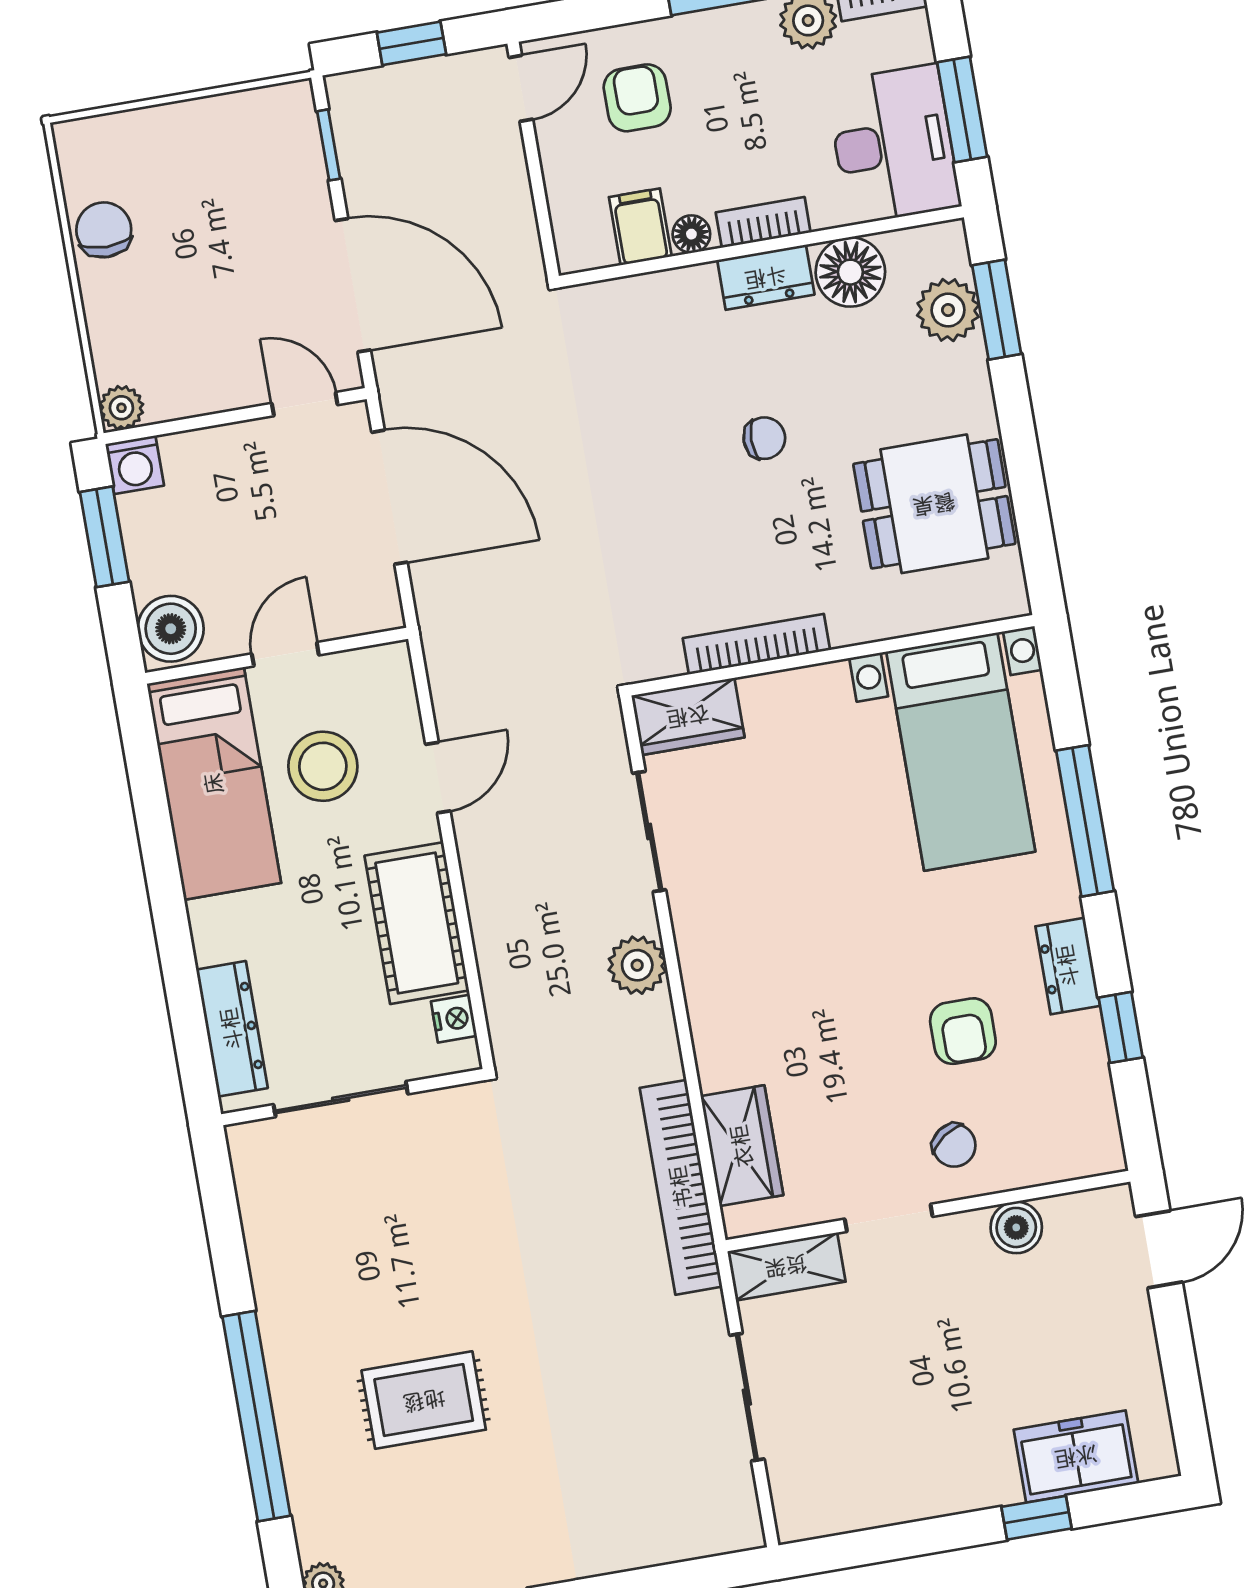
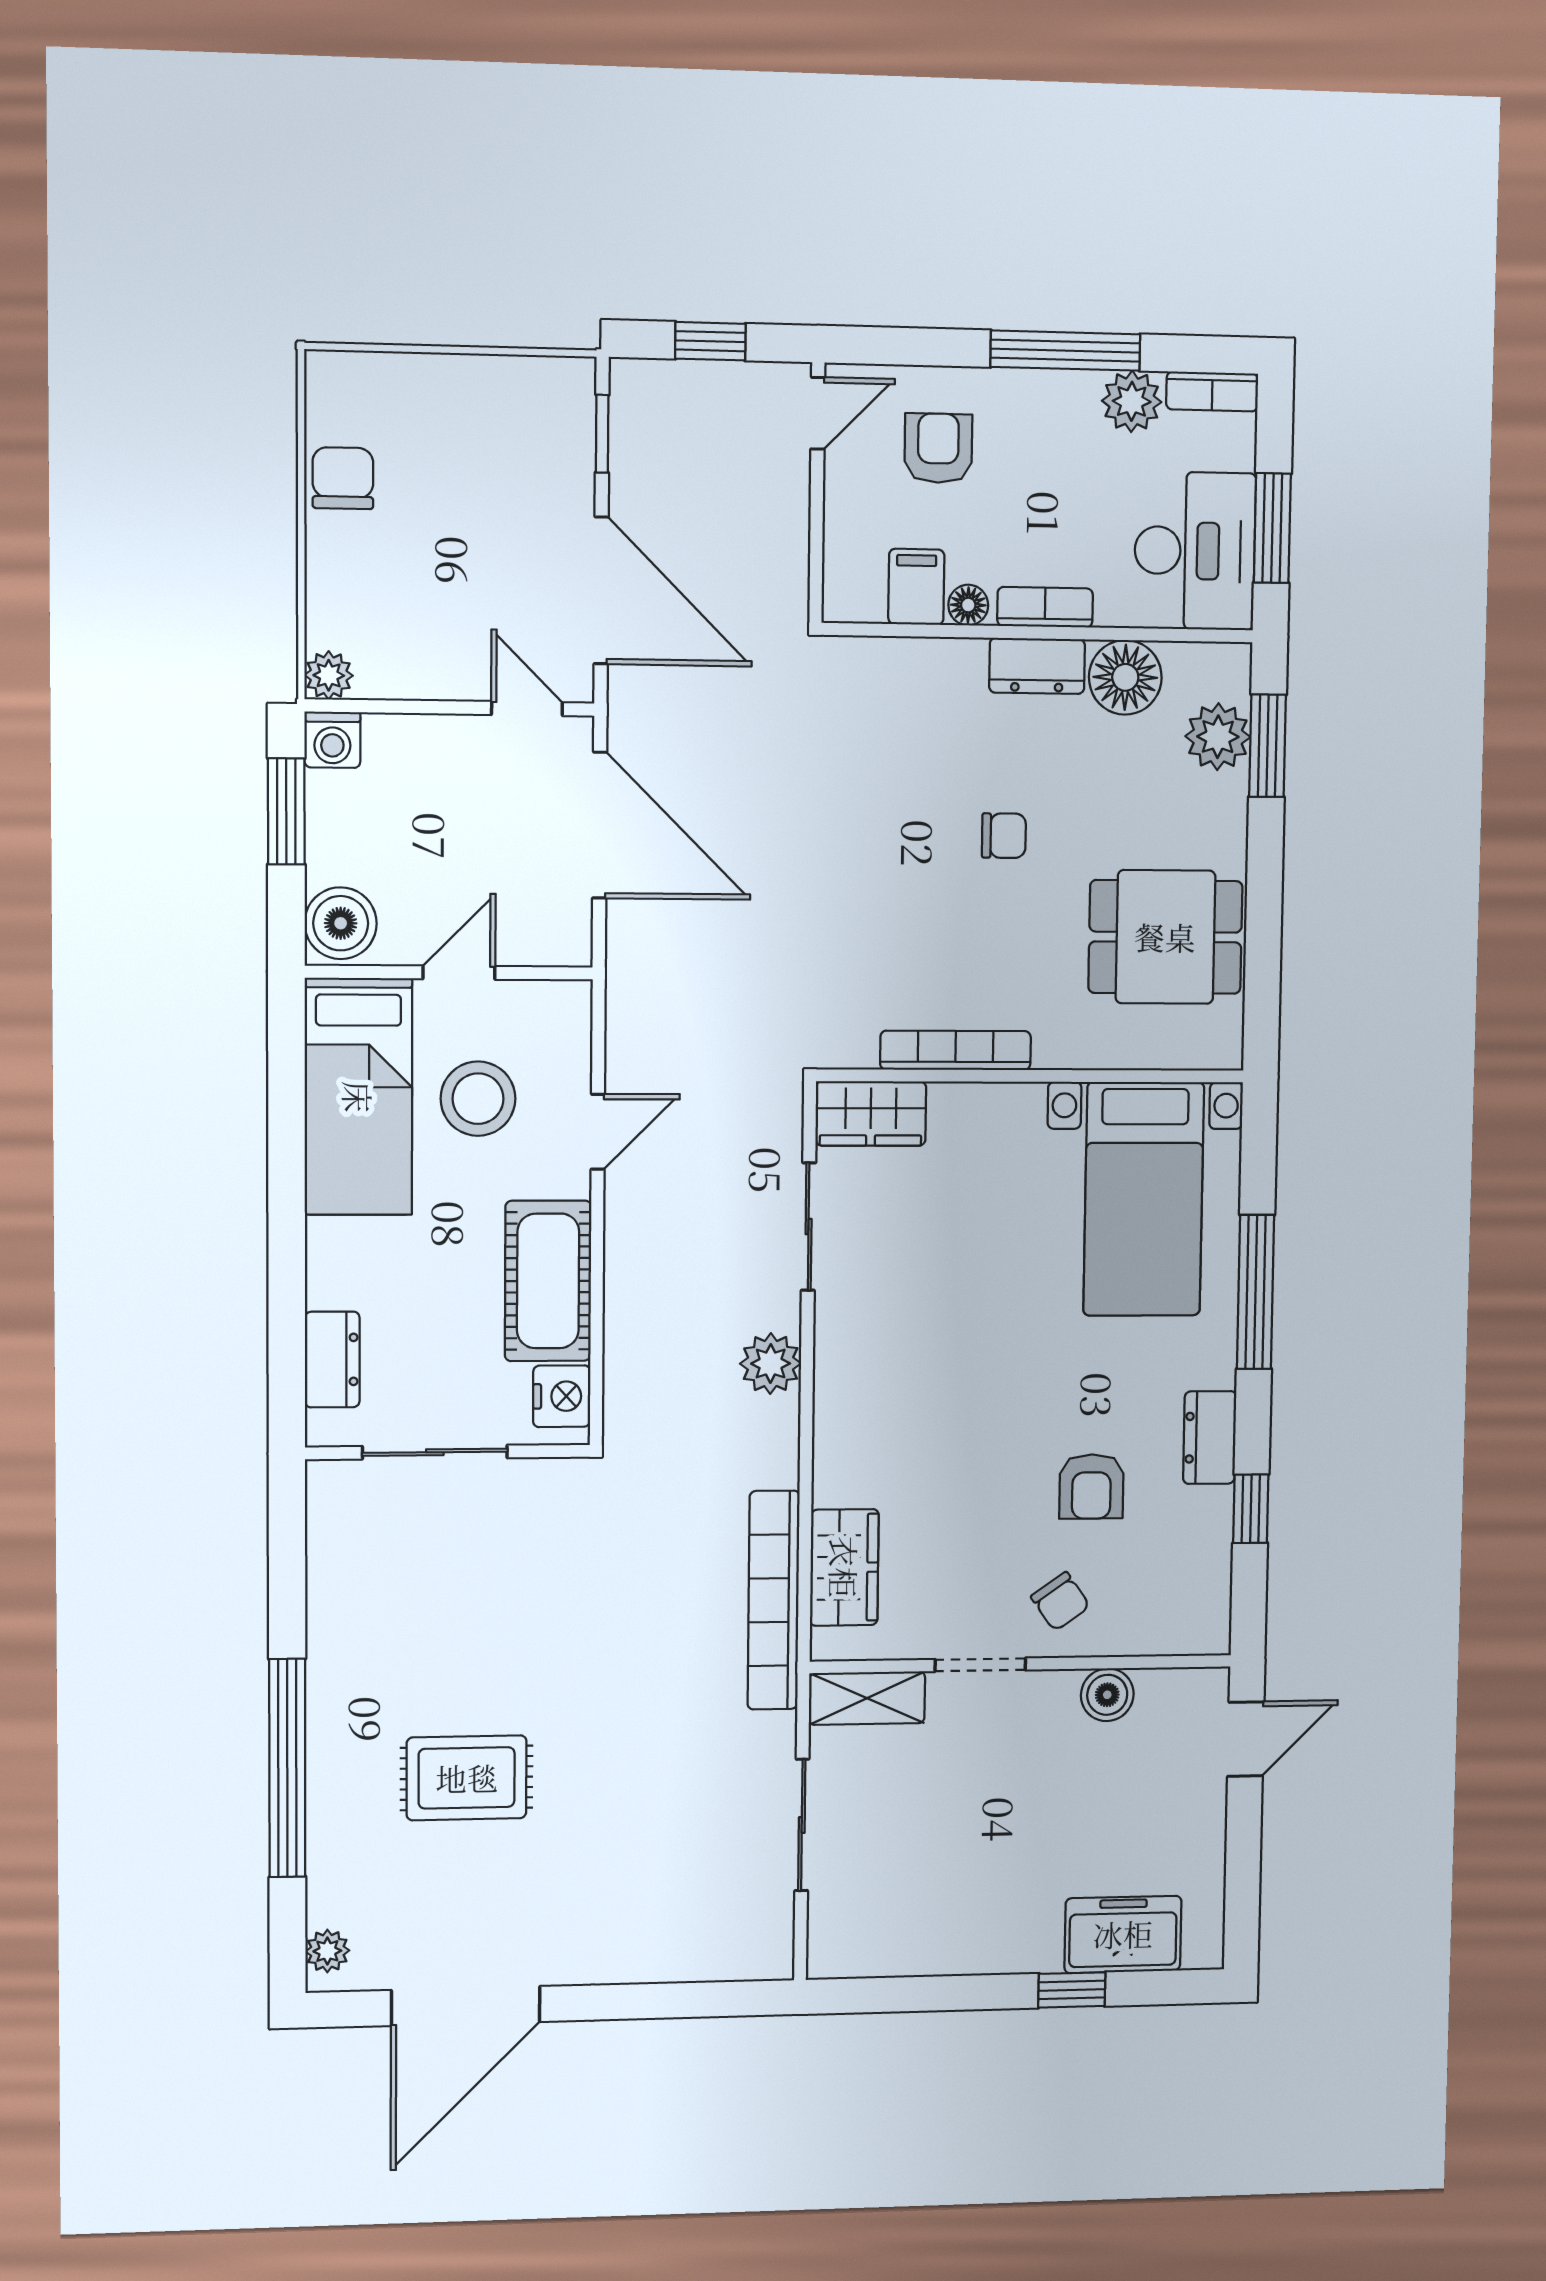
nightstand: (454, 1019) -> (562, 1396), width x1.39, depth x1.35
dresser: (232, 1029) -> (332, 1360), width x0.70

